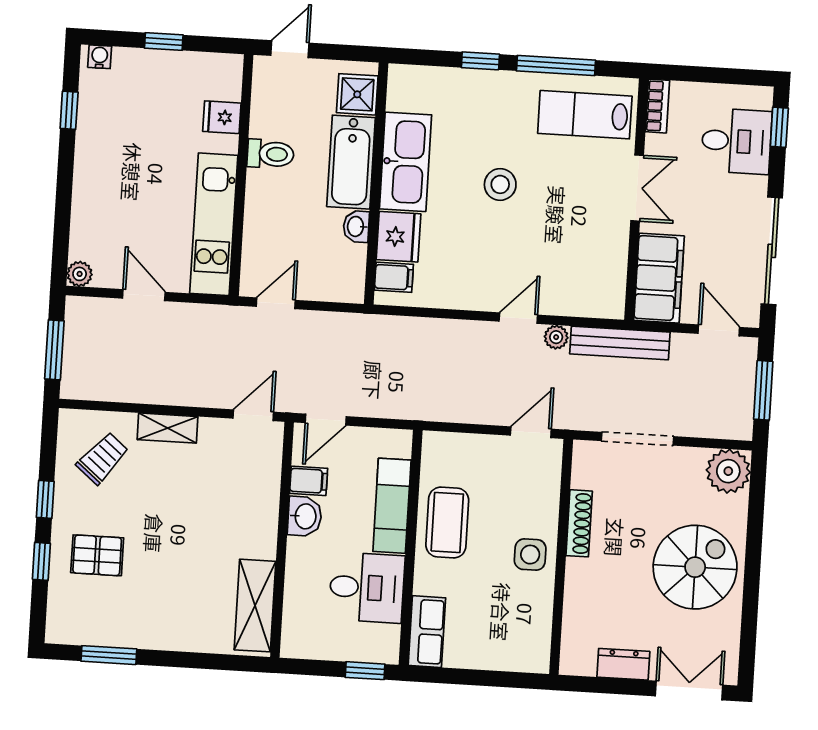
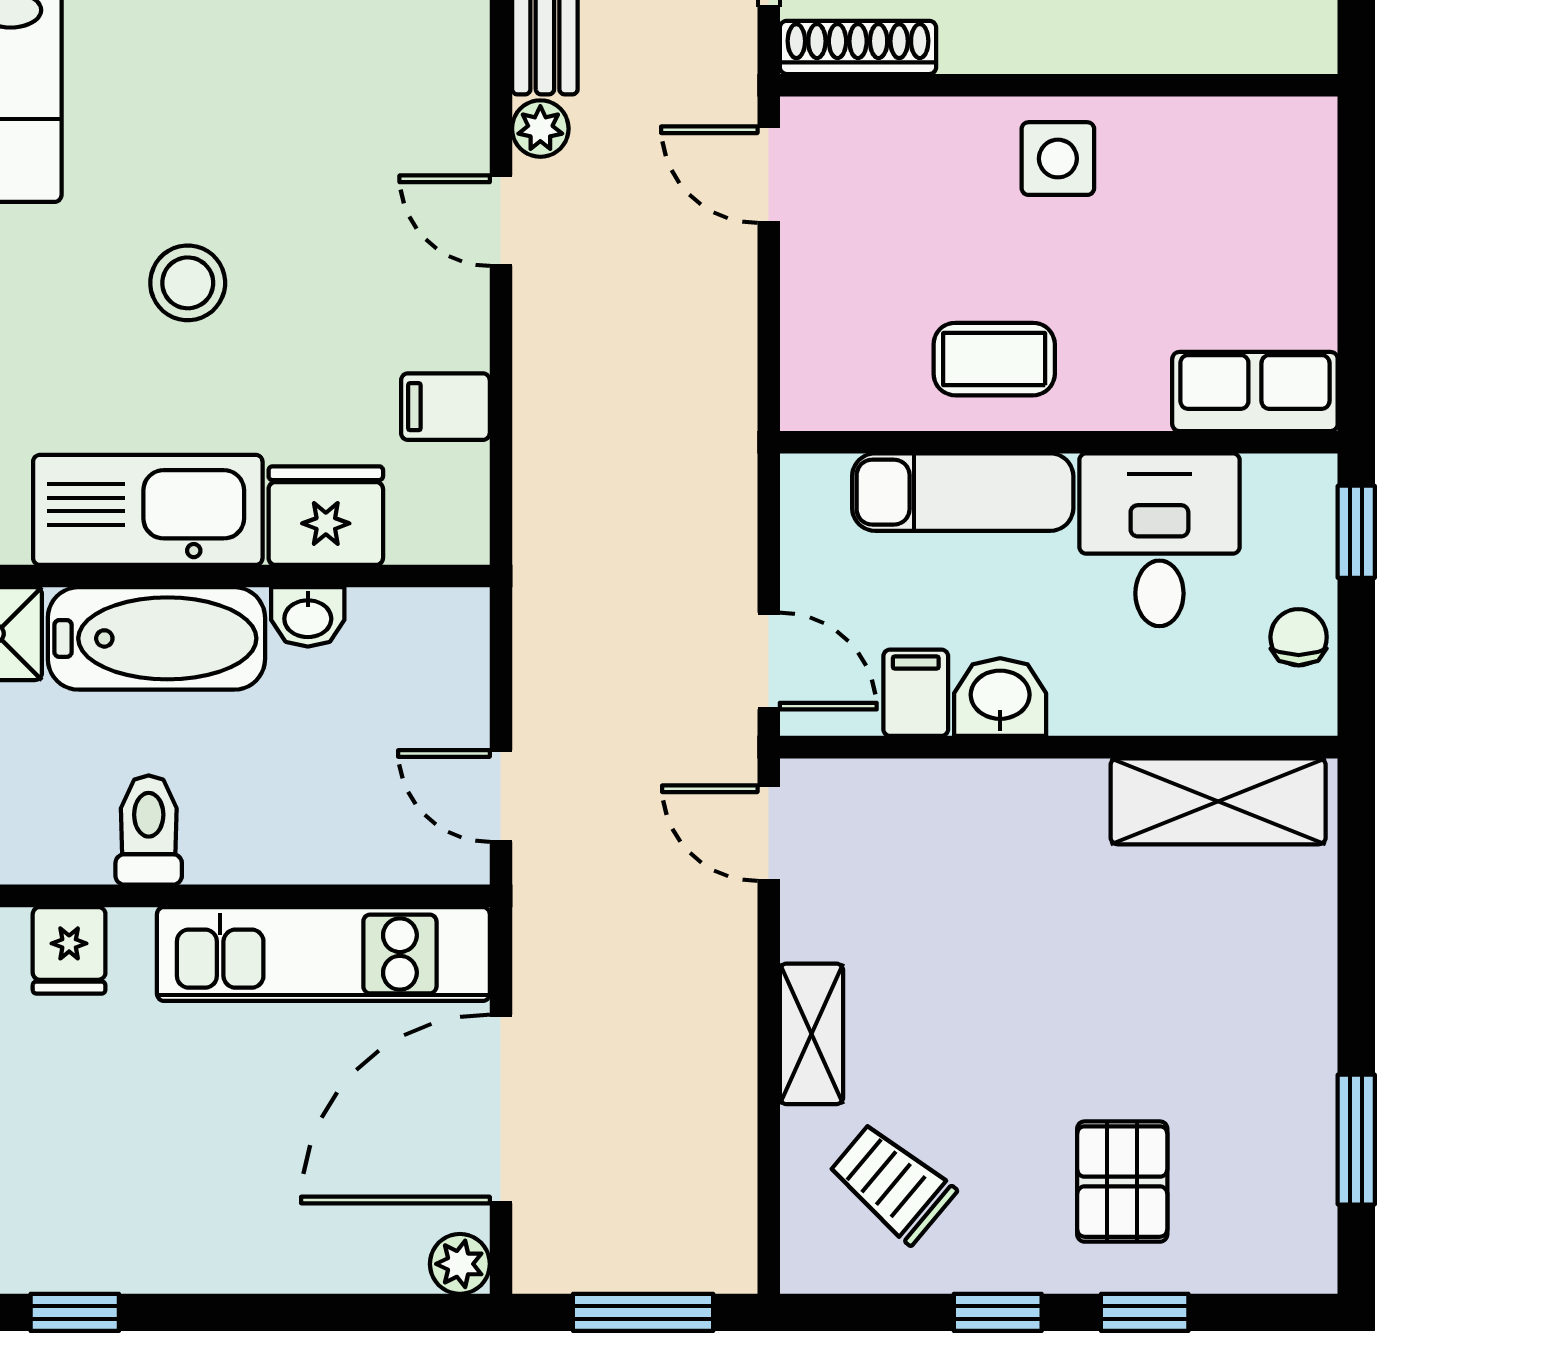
filing cabinet: (394, 277) -> (445, 407), moved, turned -90
door: (144, 295) -> (501, 1109), width x1.87
coffee table: (447, 523) -> (994, 359), width x0.73, depth x0.77
shoe rack: (579, 523) -> (858, 47), moved
chair: (322, 644) -> (1299, 637), added

